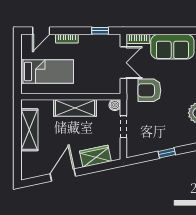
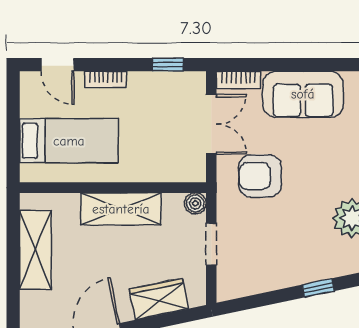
door: (41, 31) -> (57, 65), hinge flipped
window: (167, 153) -> (318, 288), moved

